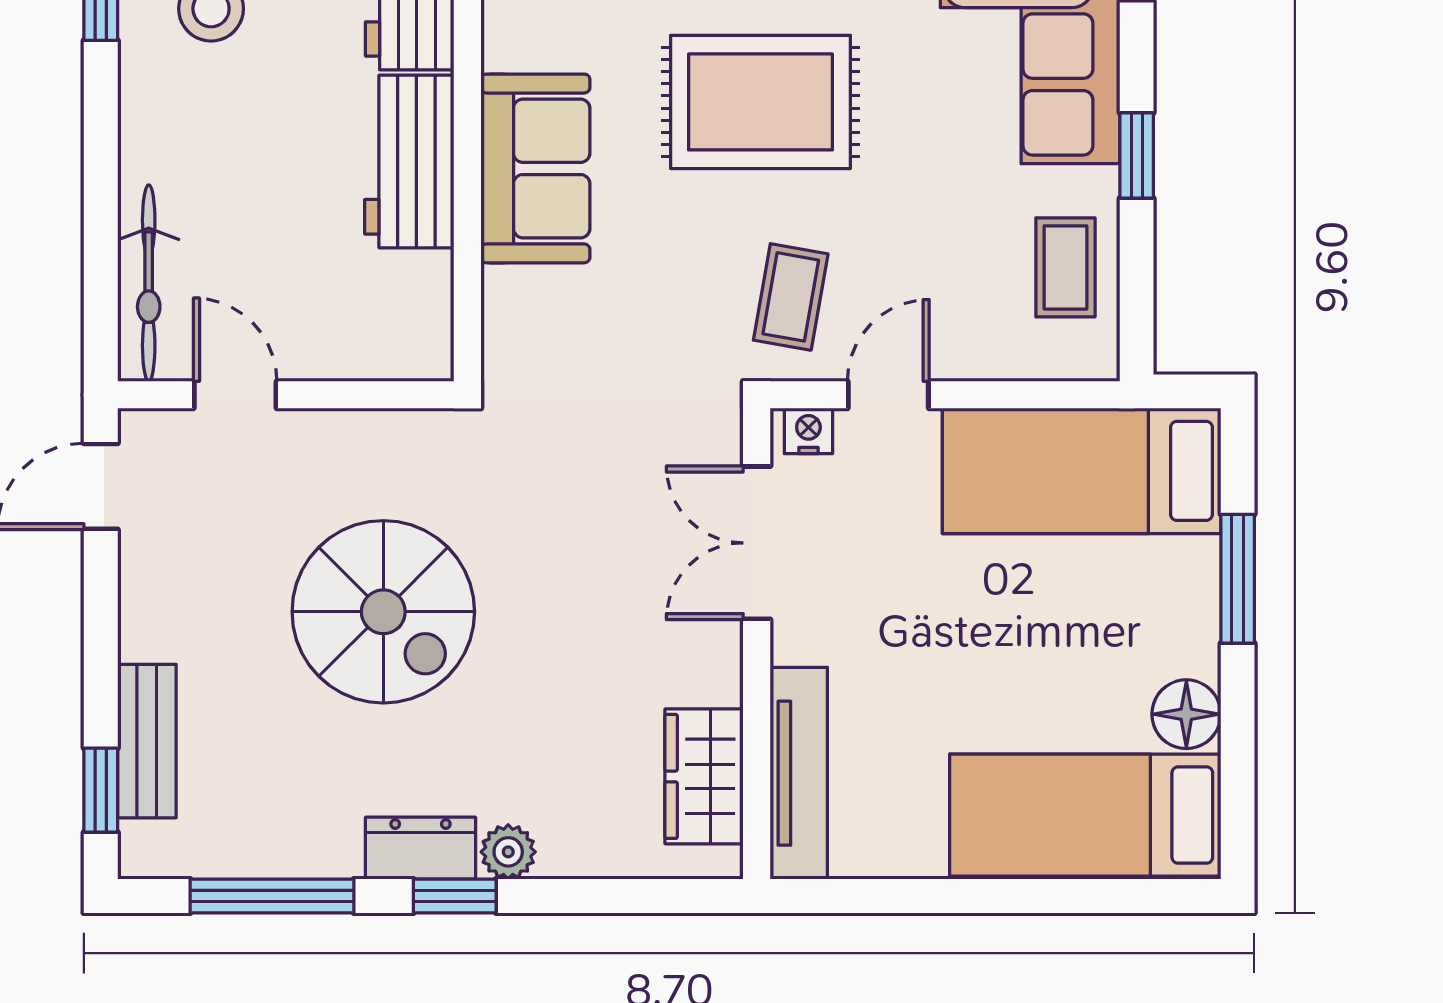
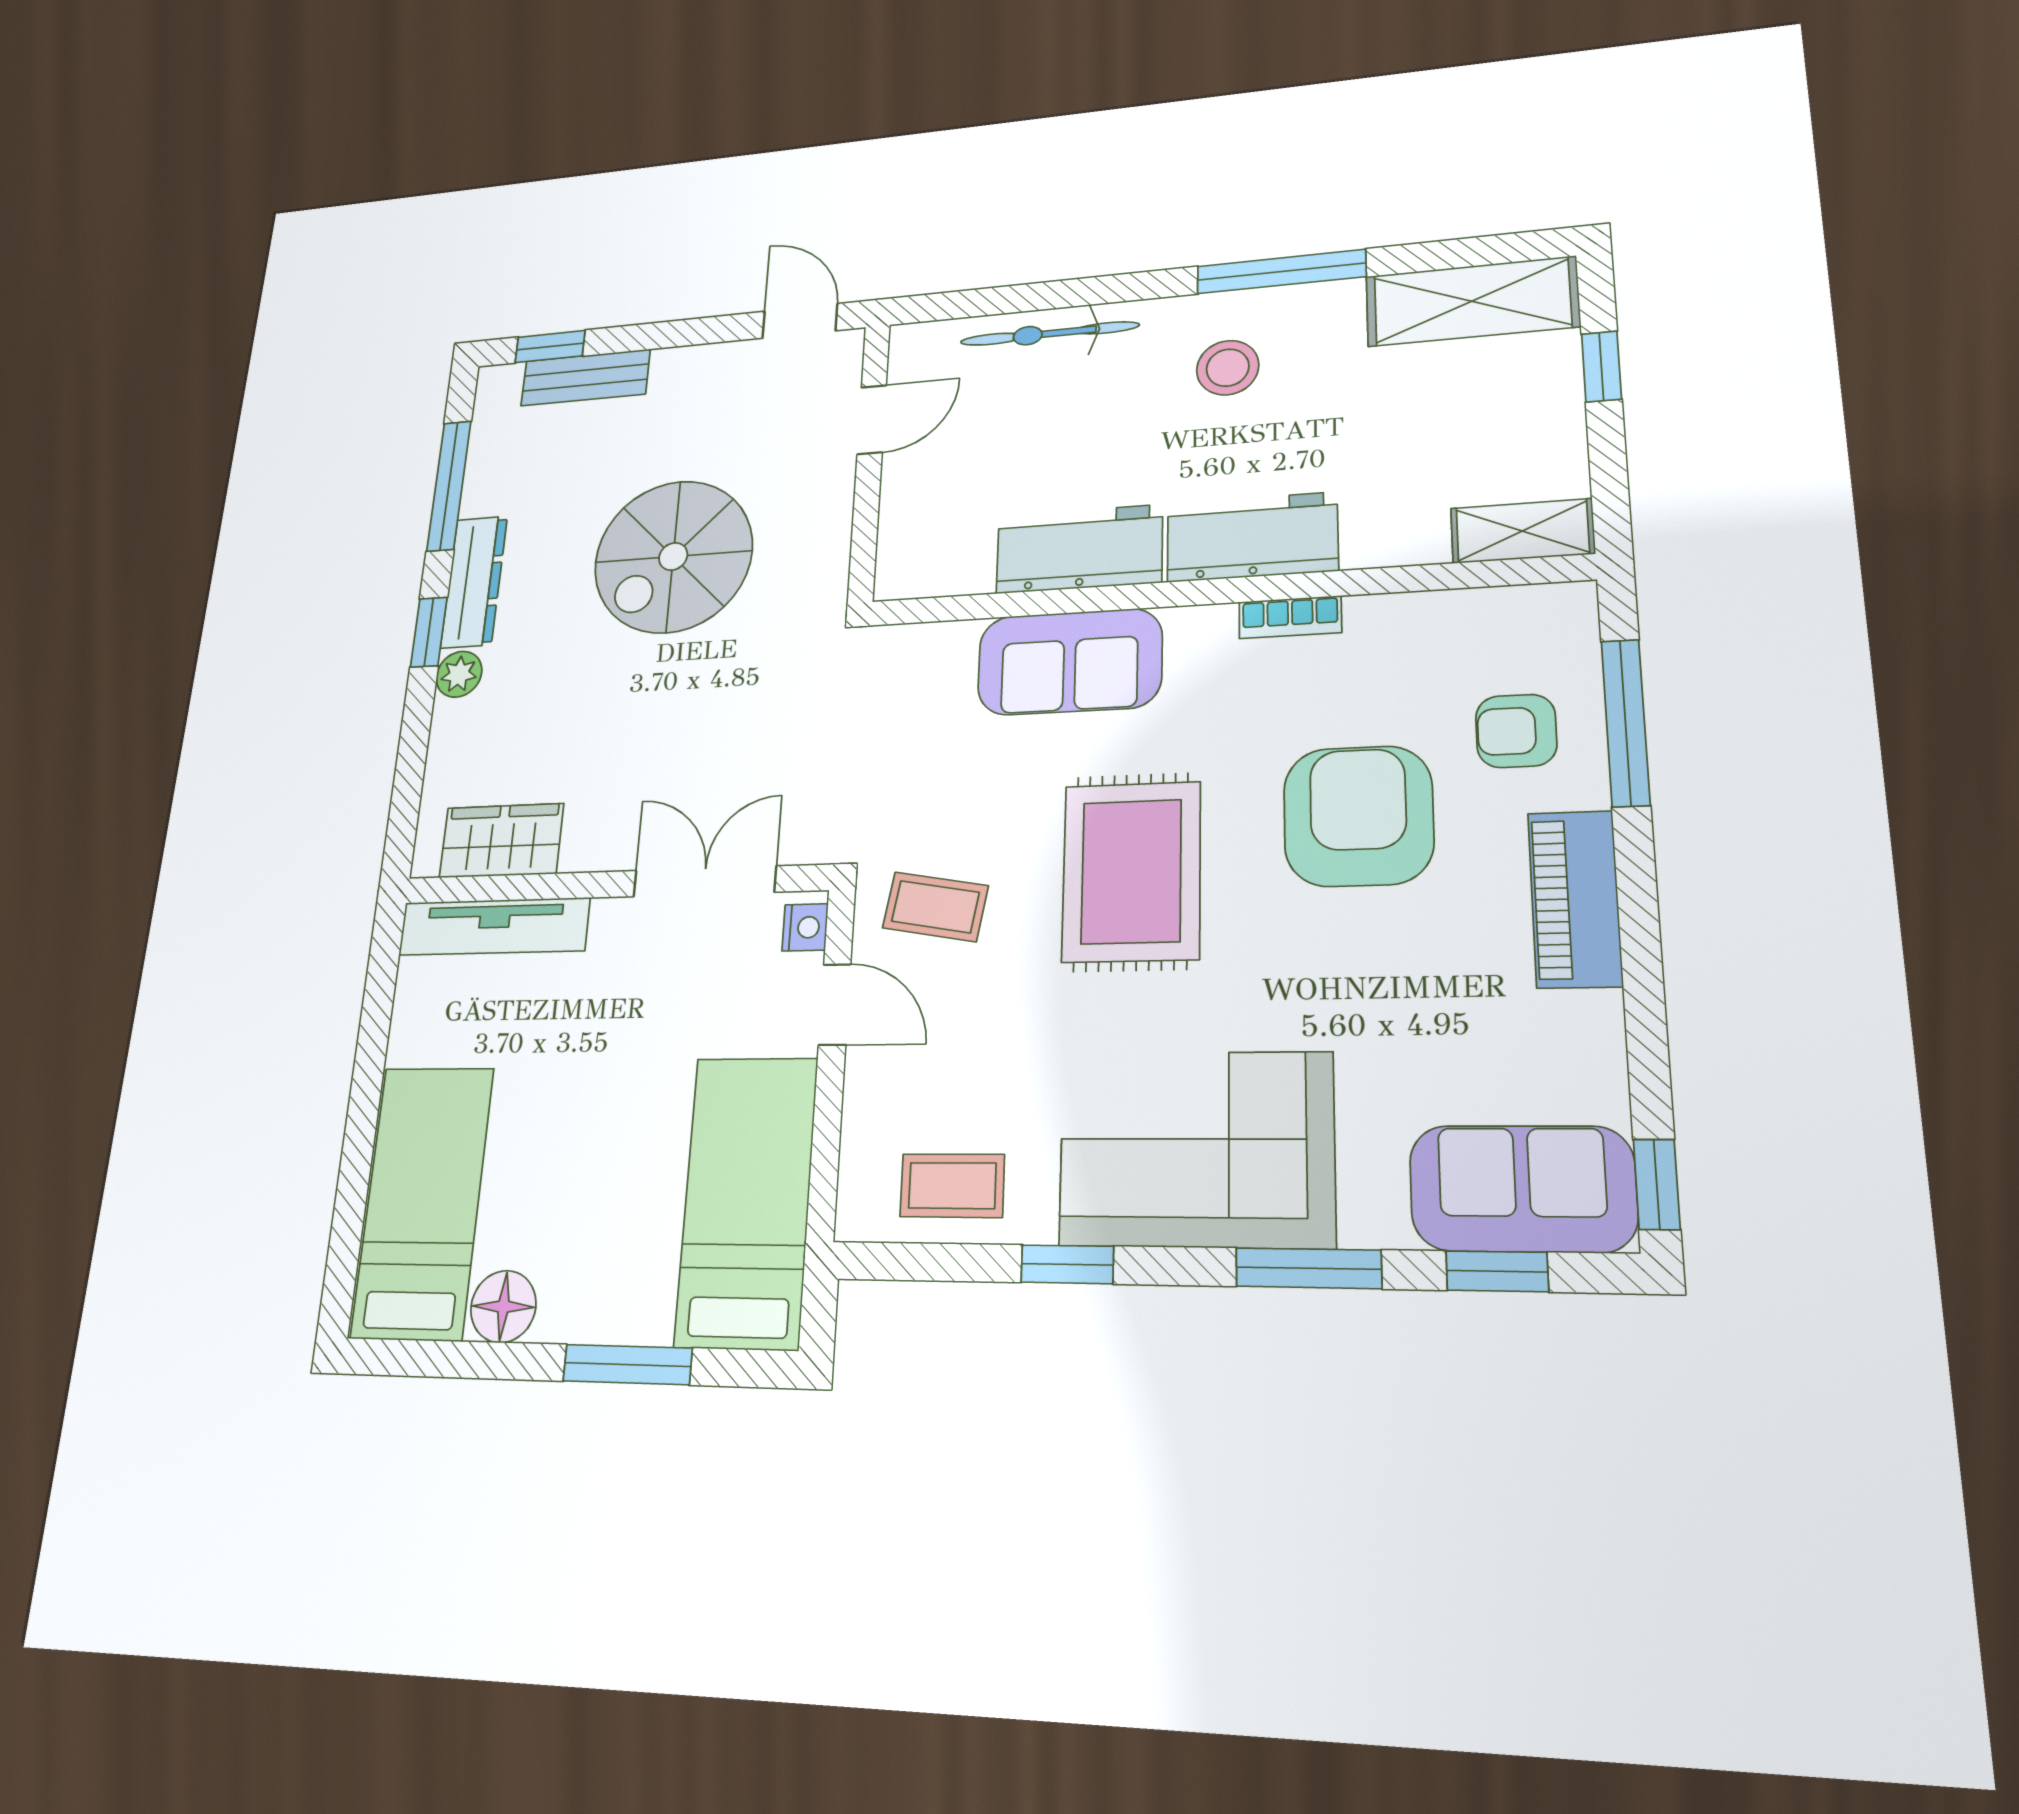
bicycle: (149, 283) -> (1049, 334), moved
dresser: (421, 848) -> (474, 582), width x1.44

